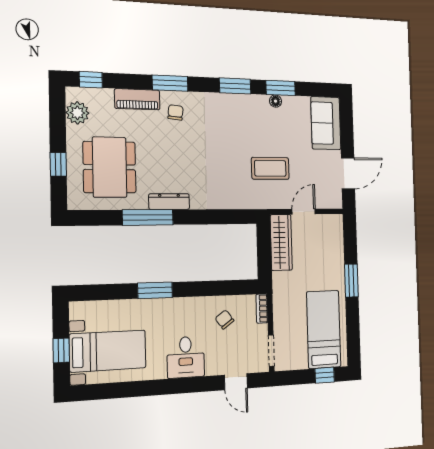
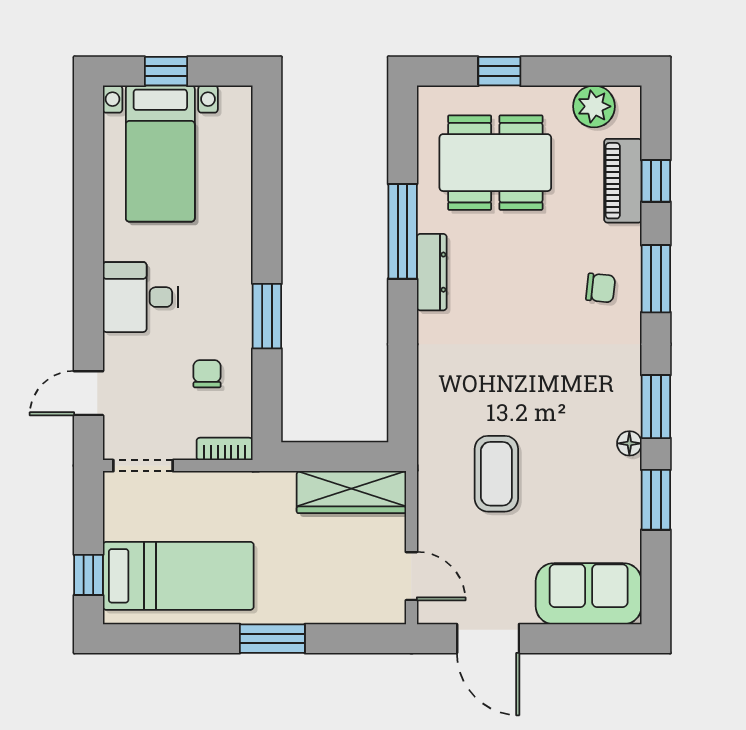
window: (91, 80) -> (656, 181), moved
piano: (137, 99) -> (623, 181), moved
floor lamp: (276, 101) -> (629, 443), moved
door: (304, 212) -> (411, 576), moved
window: (155, 290) -> (267, 316), moved
chair: (224, 319) -> (207, 374), turned -54

